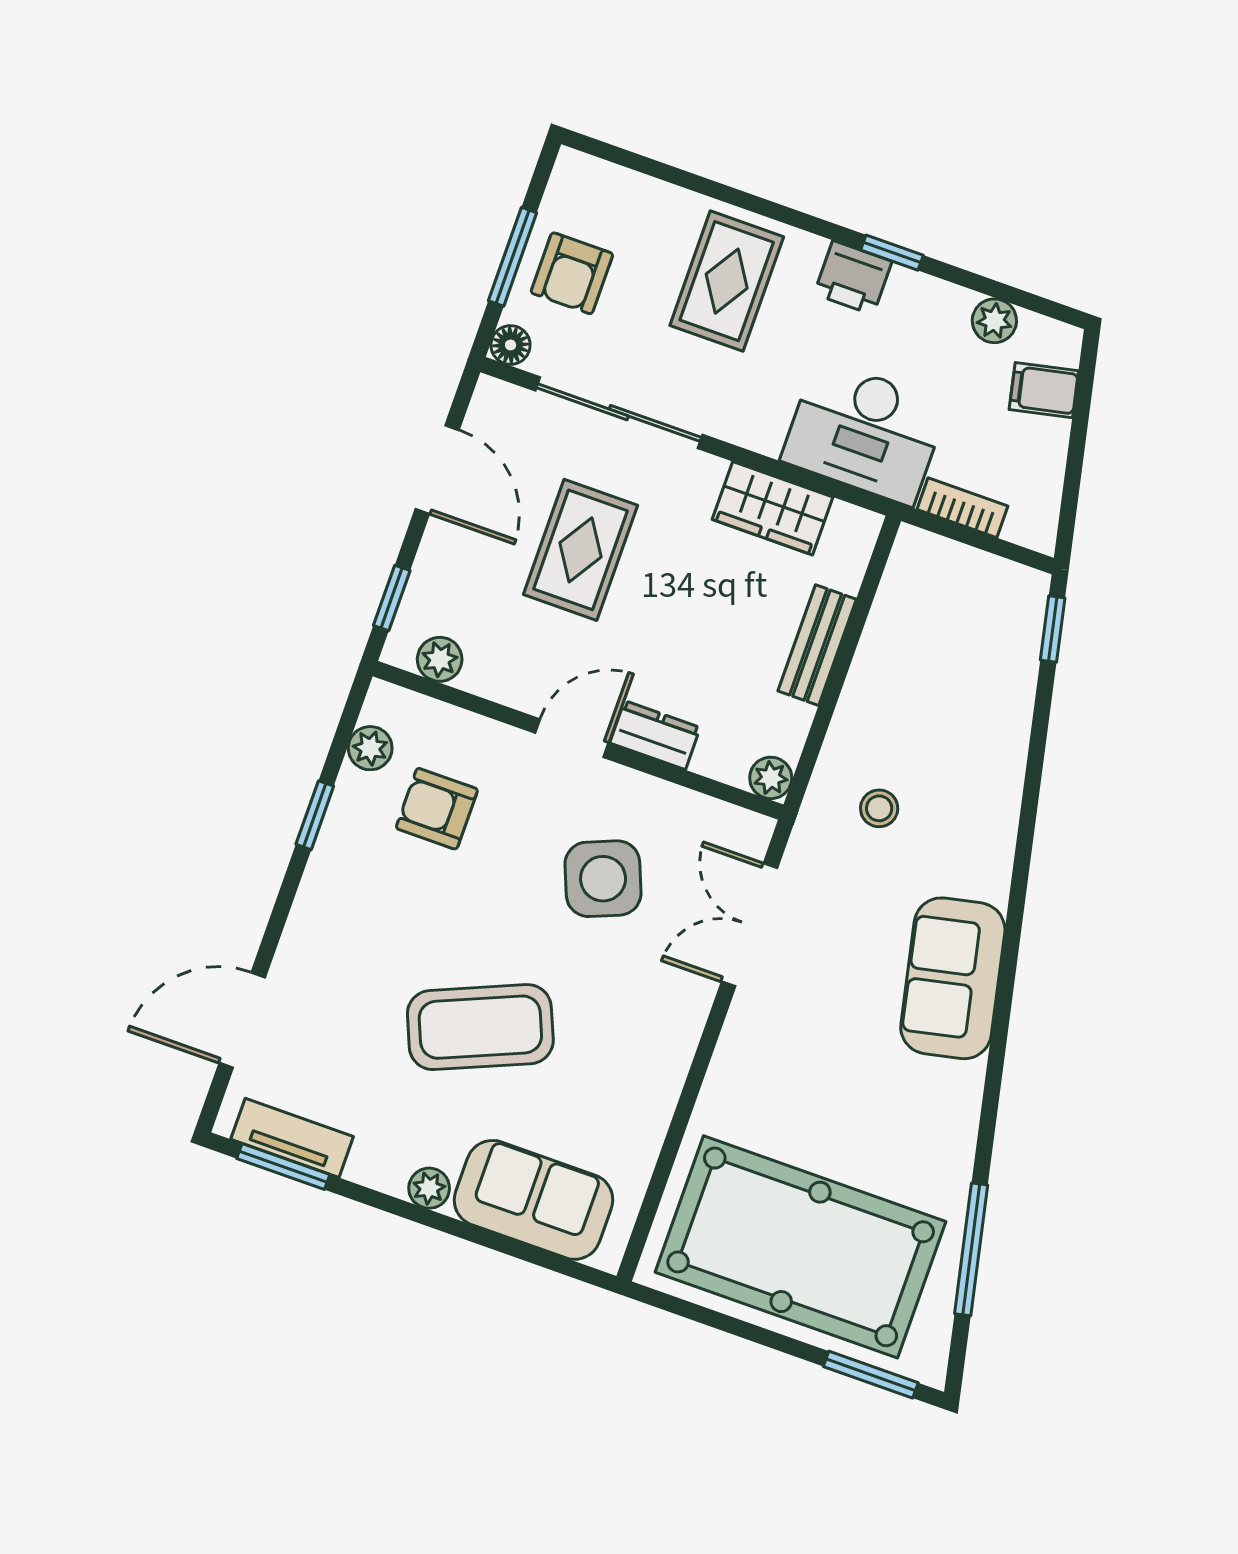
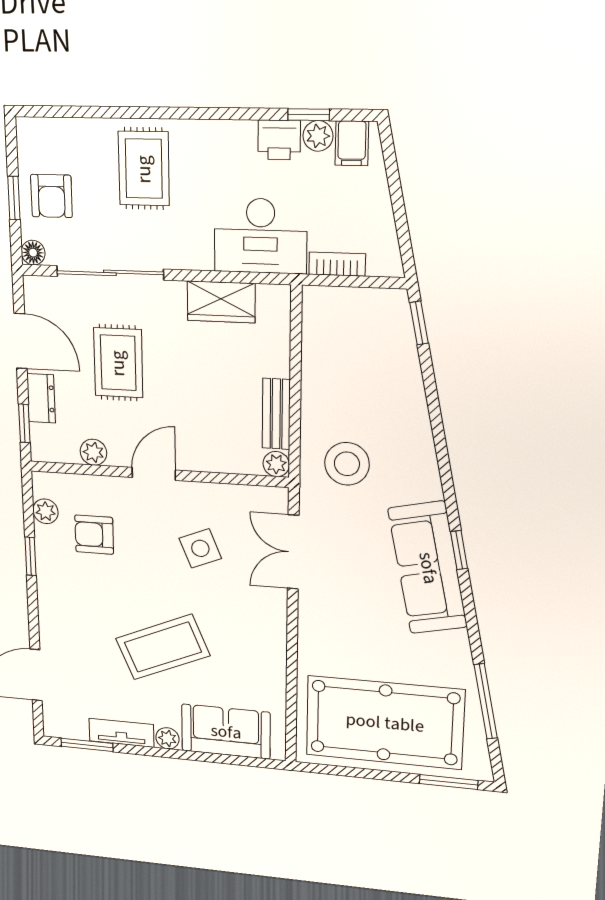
window: (892, 253) -> (309, 115), moved
window: (513, 257) -> (14, 198), width x0.67
printer: (853, 278) -> (279, 140), moved
filing cabinet: (1044, 390) -> (352, 143), moved, turned -78
bench: (817, 645) -> (276, 414), moved
plant: (440, 659) -> (93, 452), moved
dresser: (655, 735) -> (41, 398), moved, turned 90
stool: (879, 808) -> (347, 464), width x1.89, depth x1.89
side table: (603, 879) -> (200, 548), width x0.73, depth x0.73
sofa: (953, 978) -> (428, 568), width x1.36
window: (1005, 990) -> (459, 550), added
tv unit: (292, 1138) -> (121, 733), moved

